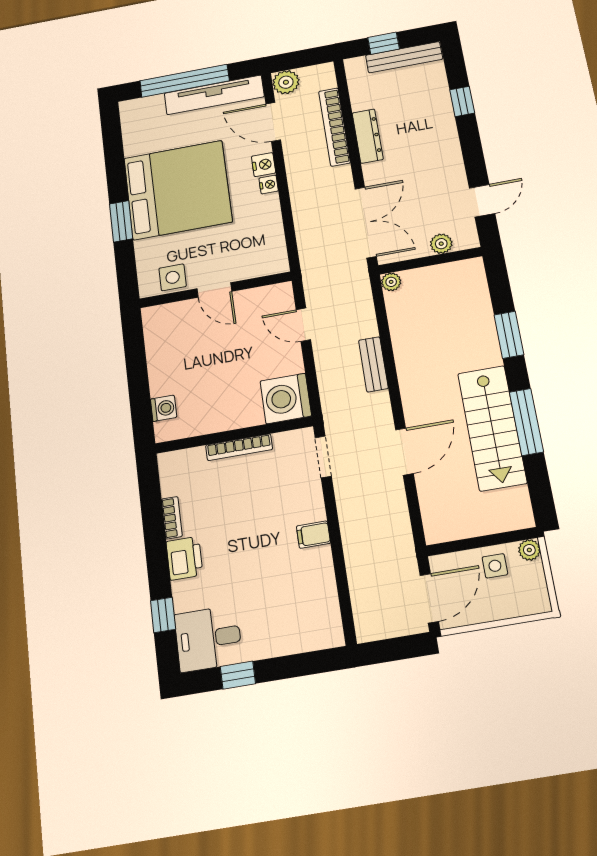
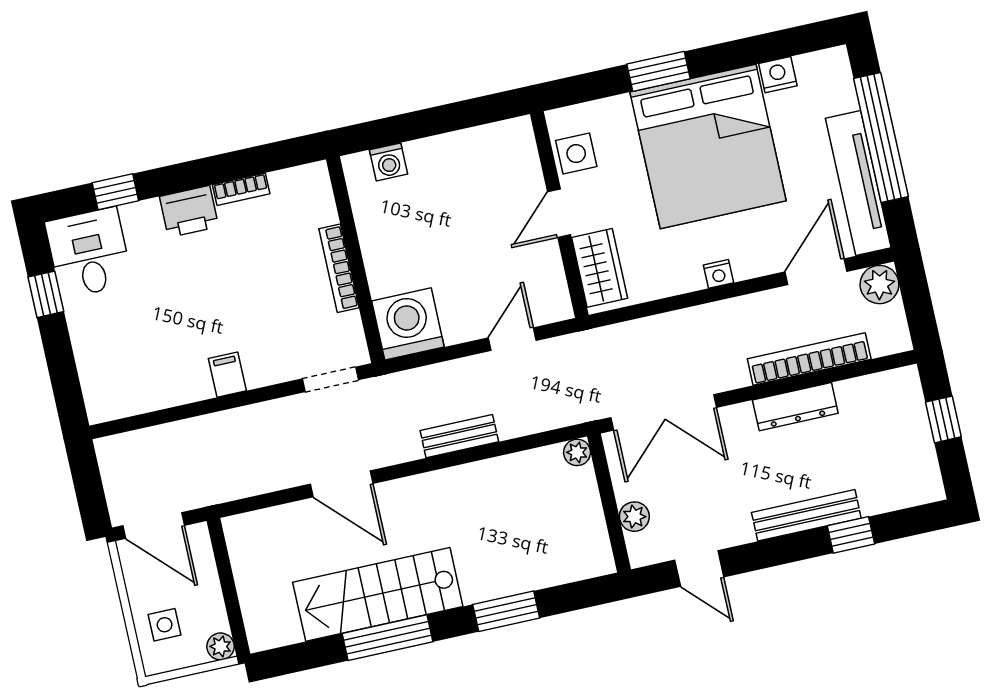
bench: (404, 57) -> (806, 515), moved, turned 90
nightstand: (264, 165) -> (778, 75), moved, turned 180
wardrobe: (257, 263) -> (600, 268), added
side table: (495, 566) -> (165, 625), moved

